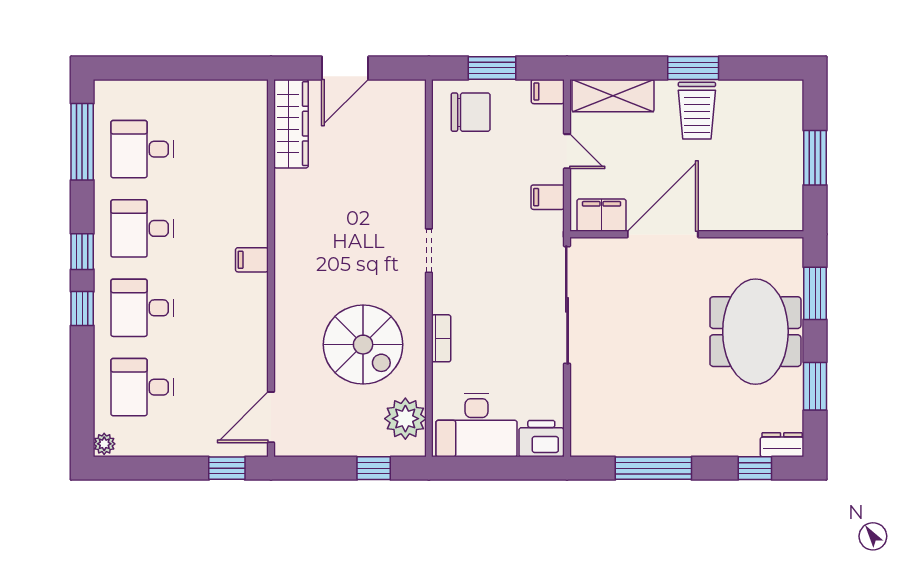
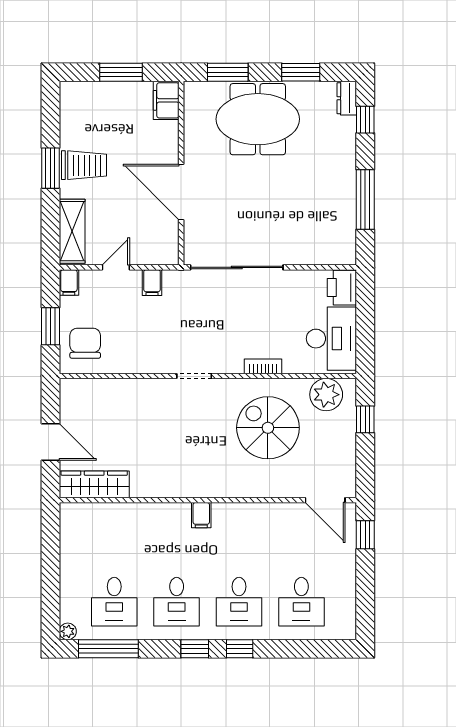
filing cabinet: (602, 215) -> (166, 100), moved
spiral stairs: (363, 345) -> (268, 428), turned -90
plant: (104, 444) -> (68, 631), moved

